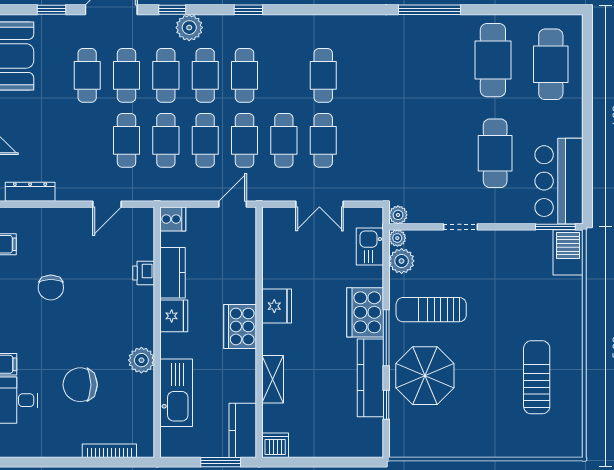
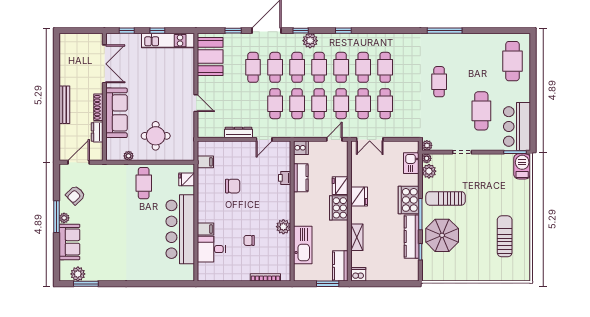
cafe table: (493, 60) -> (439, 82), moved, width x0.73, depth x0.74
cafe table: (284, 75) -> (363, 67), added
dresser: (30, 192) -> (238, 132), moved
double door: (319, 204) -> (370, 139), moved
chair: (51, 288) -> (233, 186), turned -90
fridge: (174, 316) -> (340, 186), moved, turned 180
chair: (80, 385) -> (249, 240), width x0.54, depth x0.54

